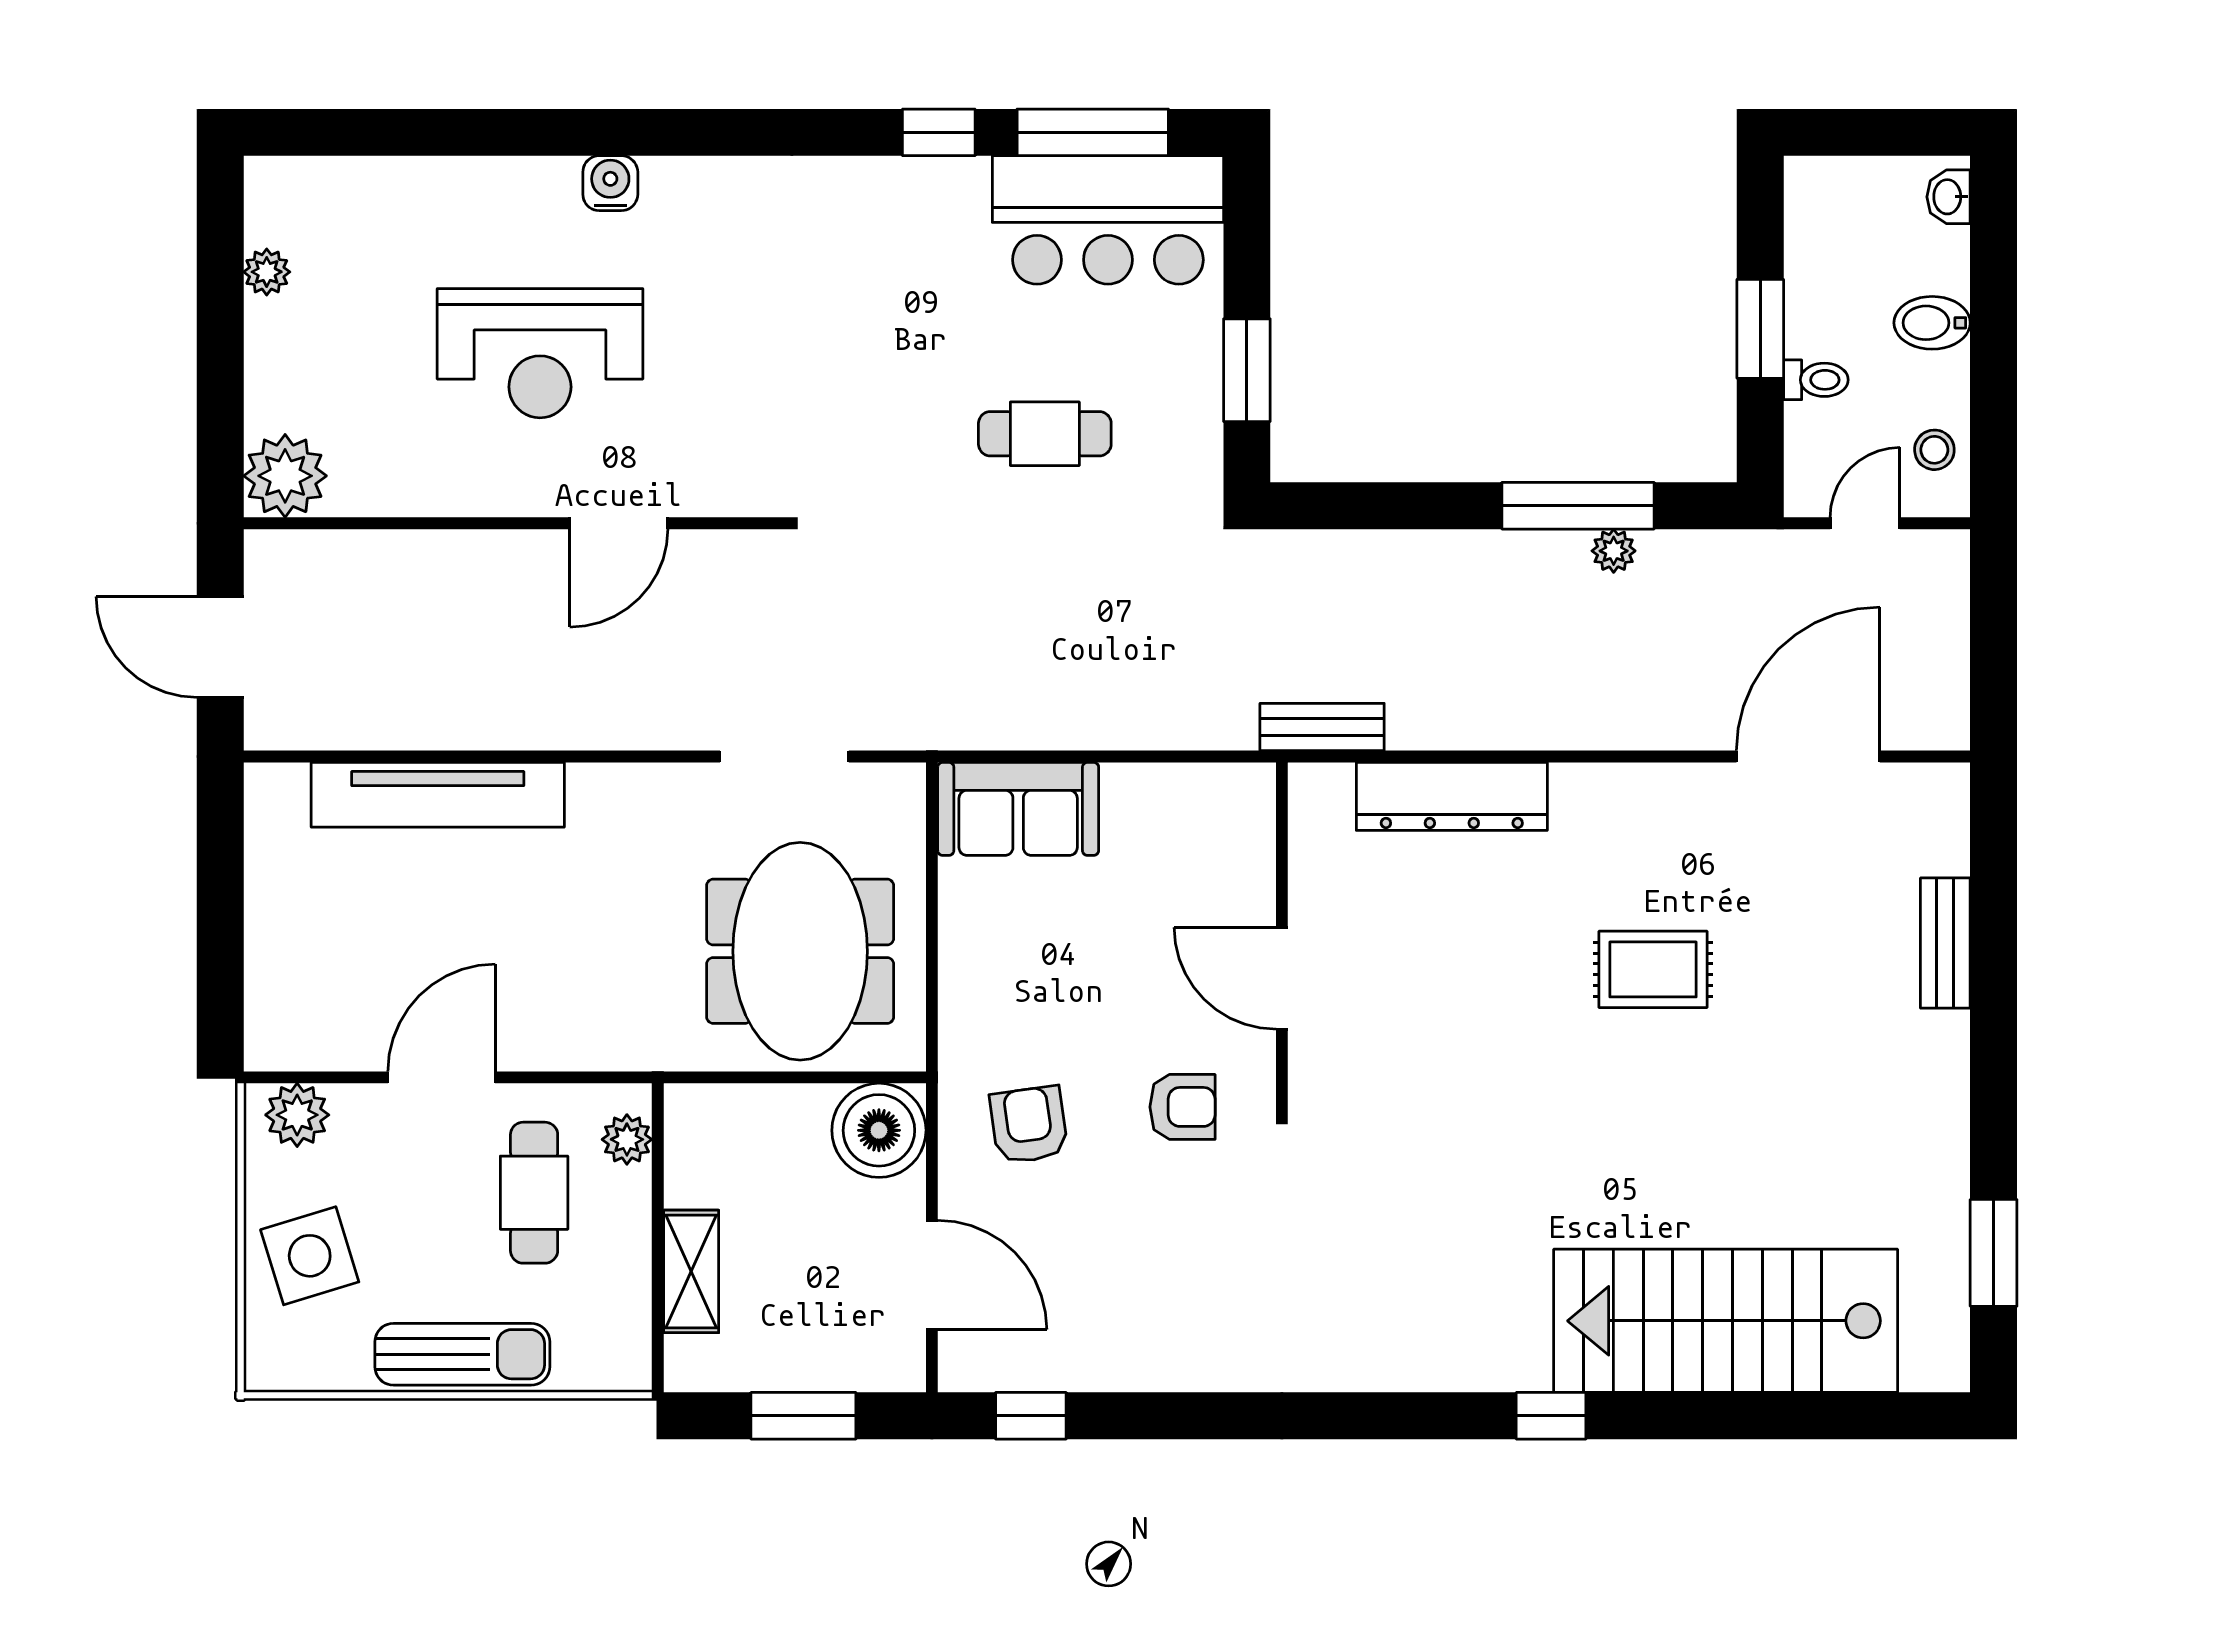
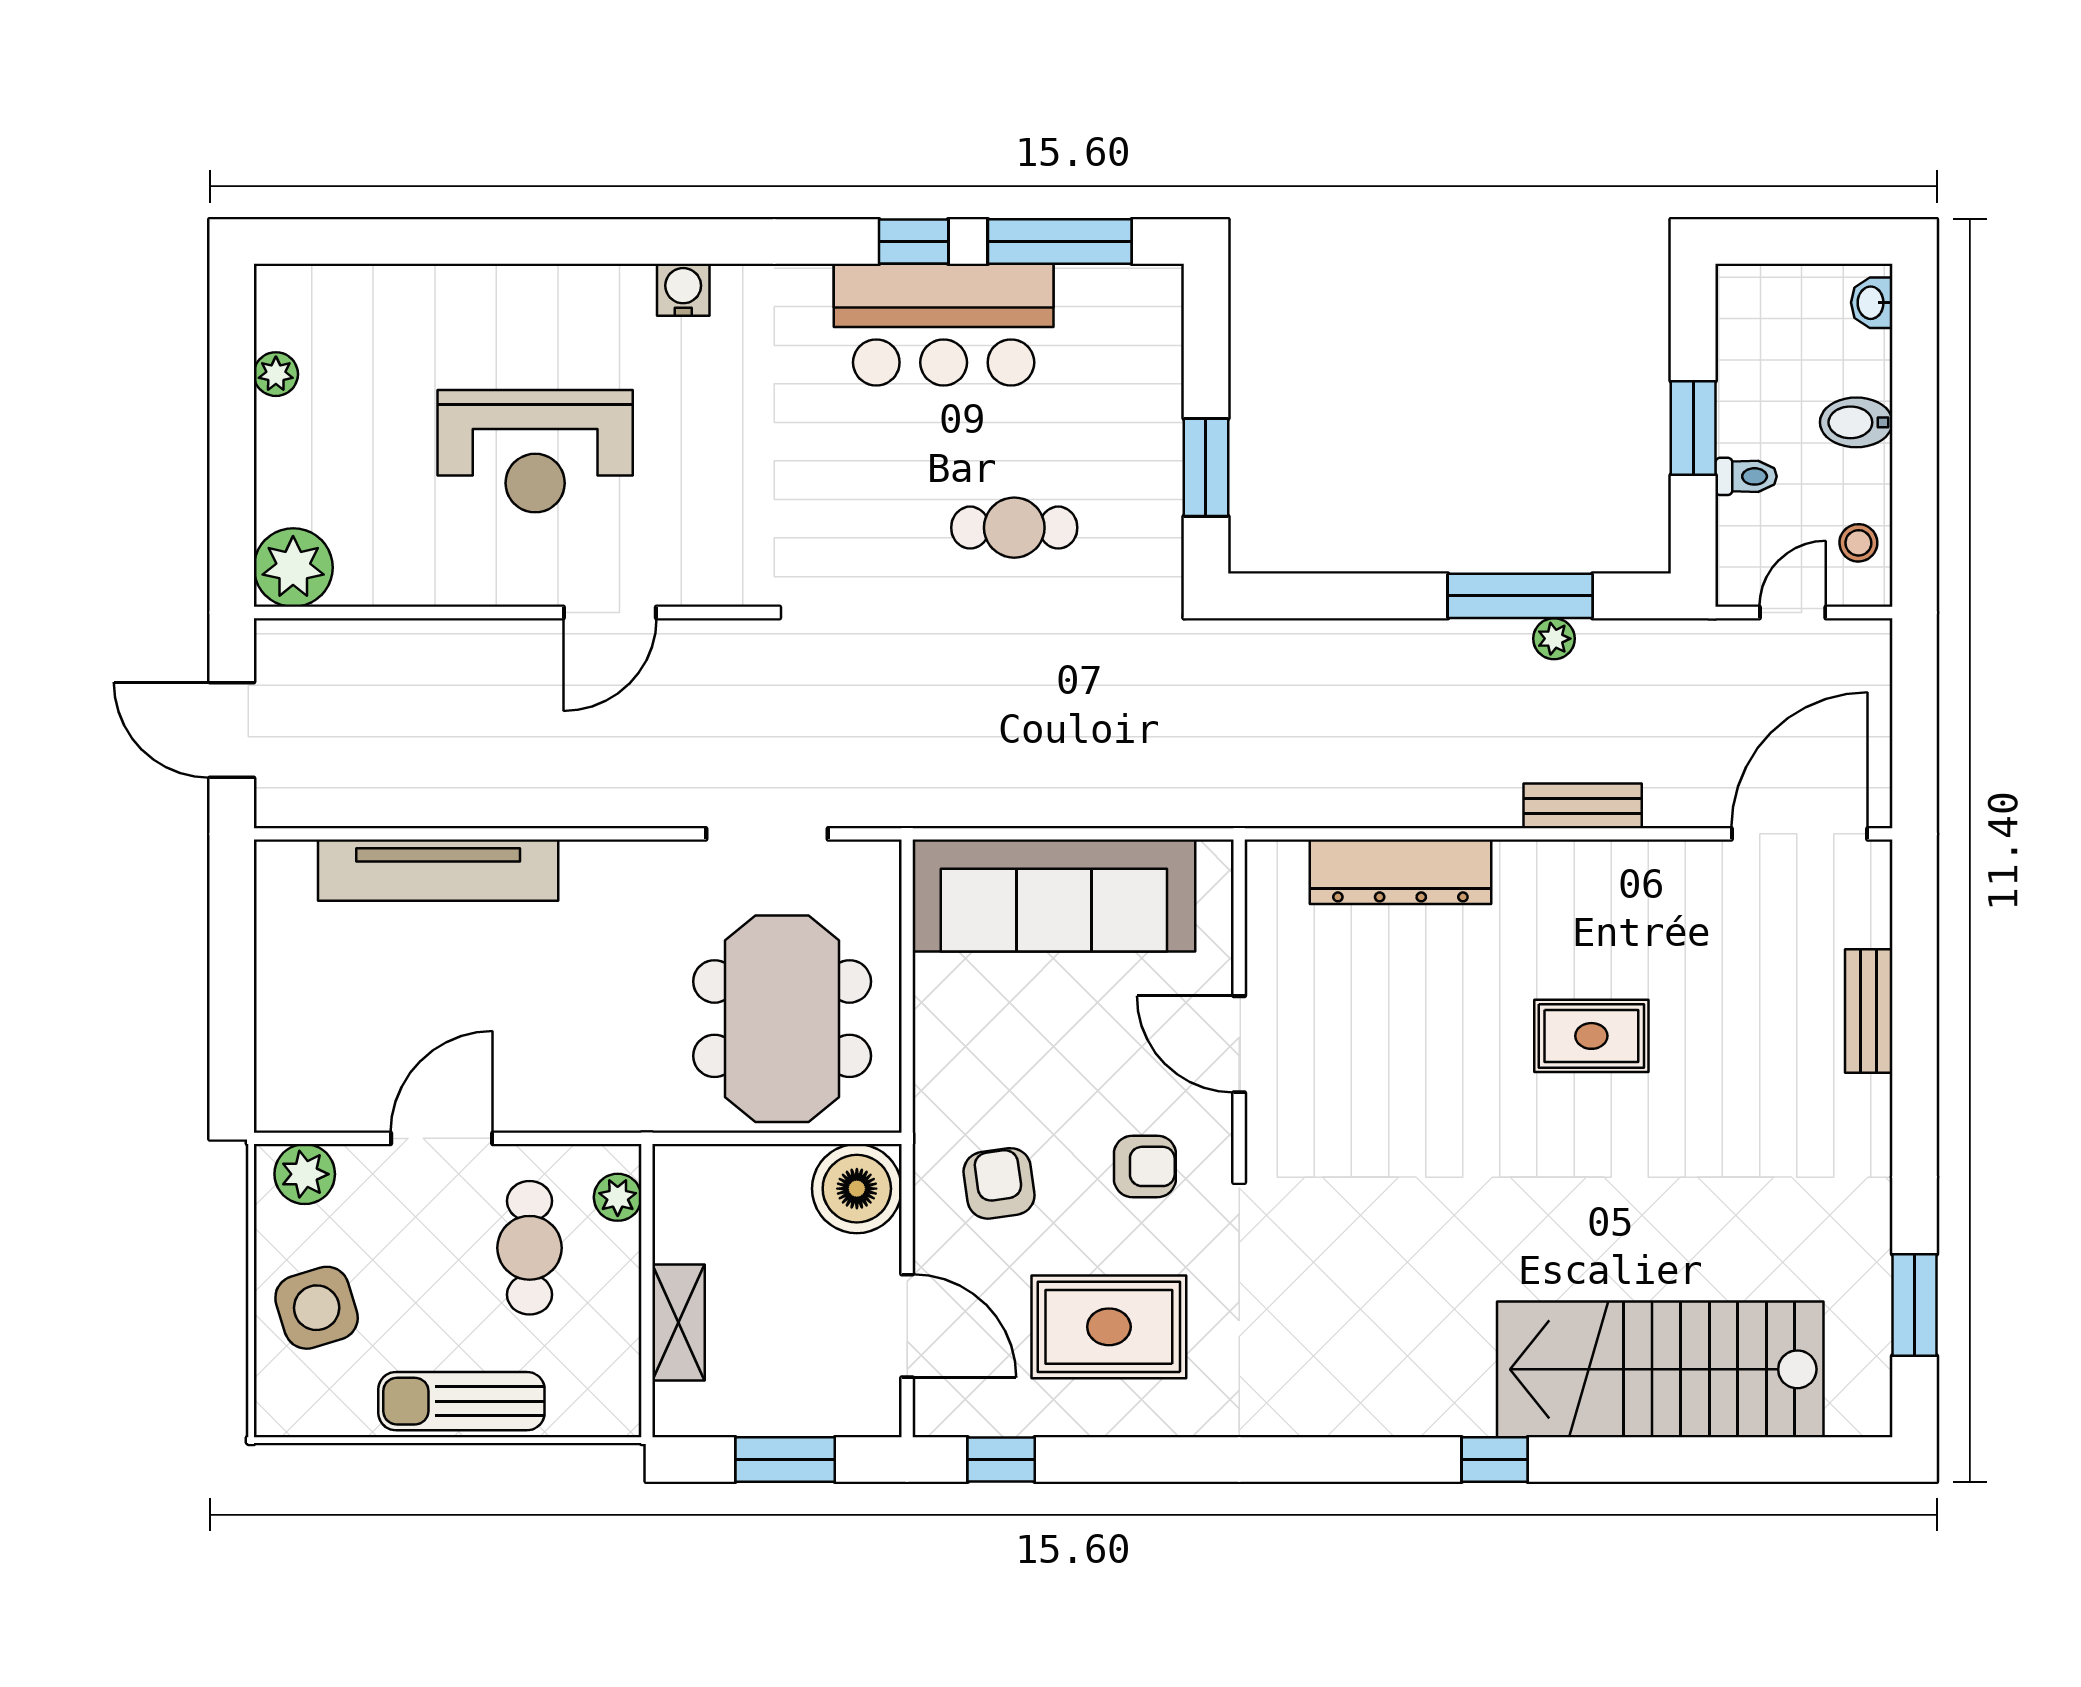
water cooler: (610, 183) -> (683, 290), moved
bar counter: (1108, 220) -> (944, 325), moved
bench: (1322, 727) -> (1583, 806), moved
door: (1808, 757) -> (1800, 834), moved
sofa: (1018, 809) -> (1054, 896), width x1.85, depth x1.27
rug: (1145, 1276) -> (1109, 1327), added
sun lounger: (462, 1354) -> (461, 1401), turned 180

